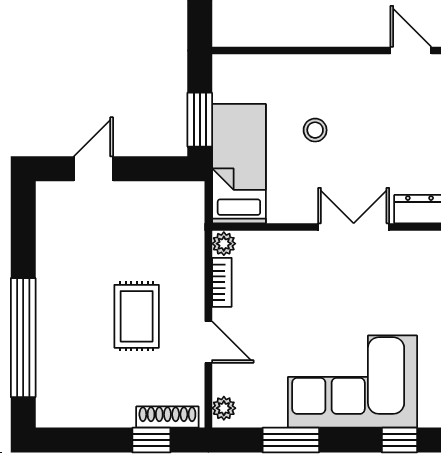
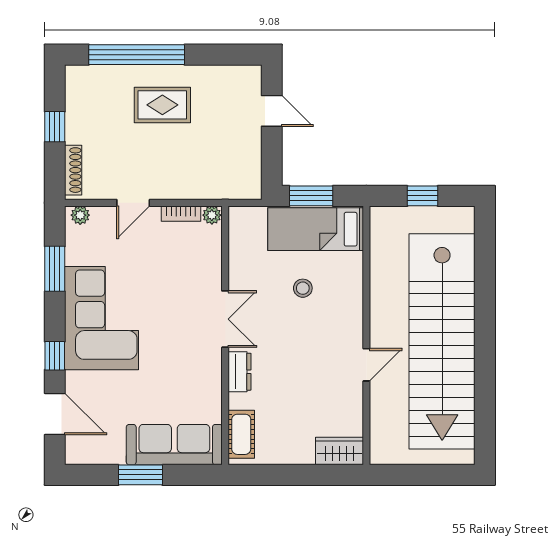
bed: (239, 164) -> (316, 229), moved, turned 180
rug: (137, 316) -> (162, 105), moved
window: (151, 440) -> (55, 127), moved

